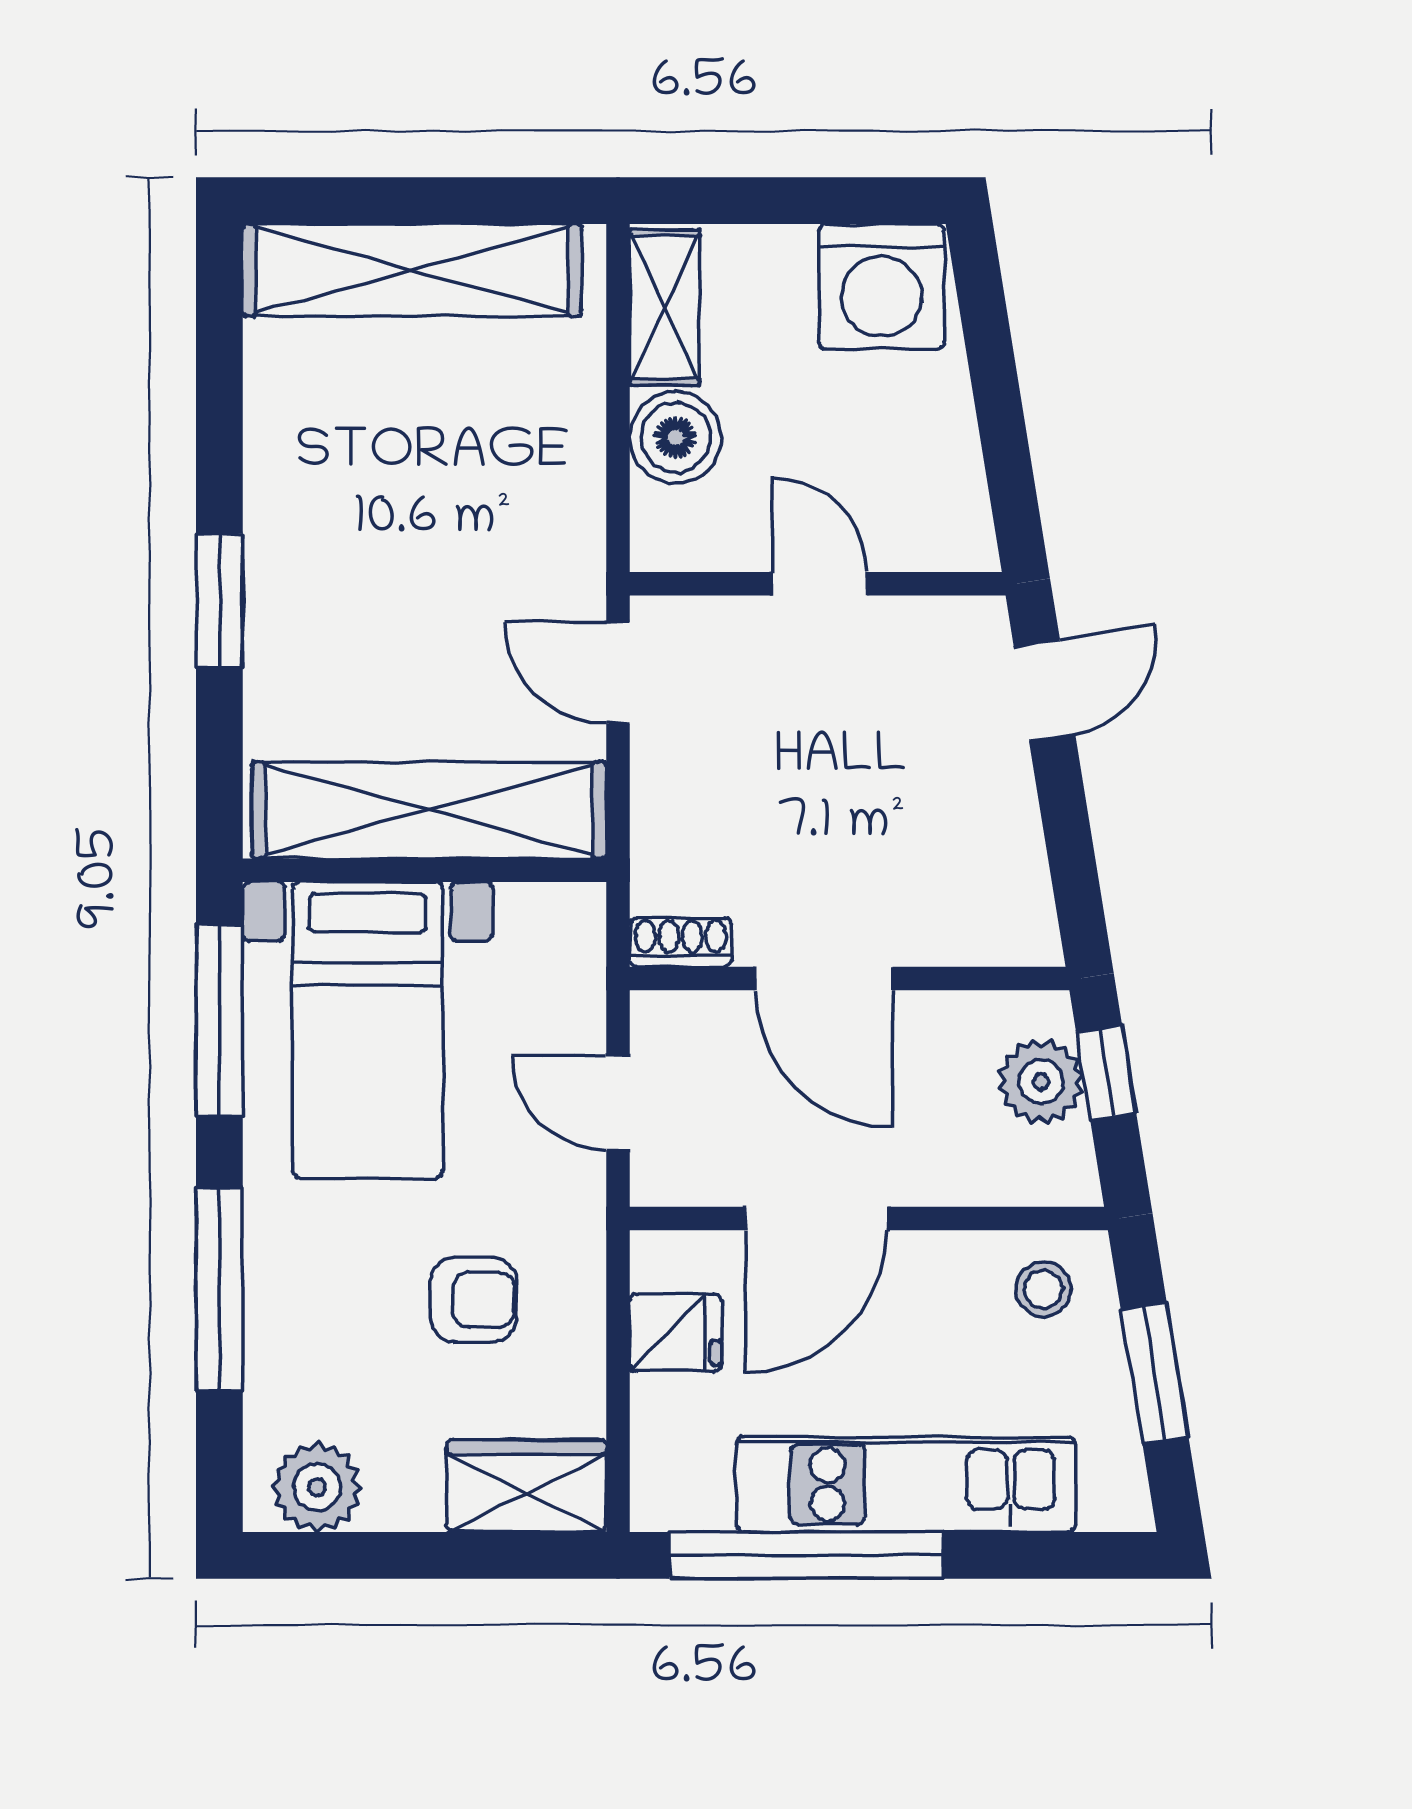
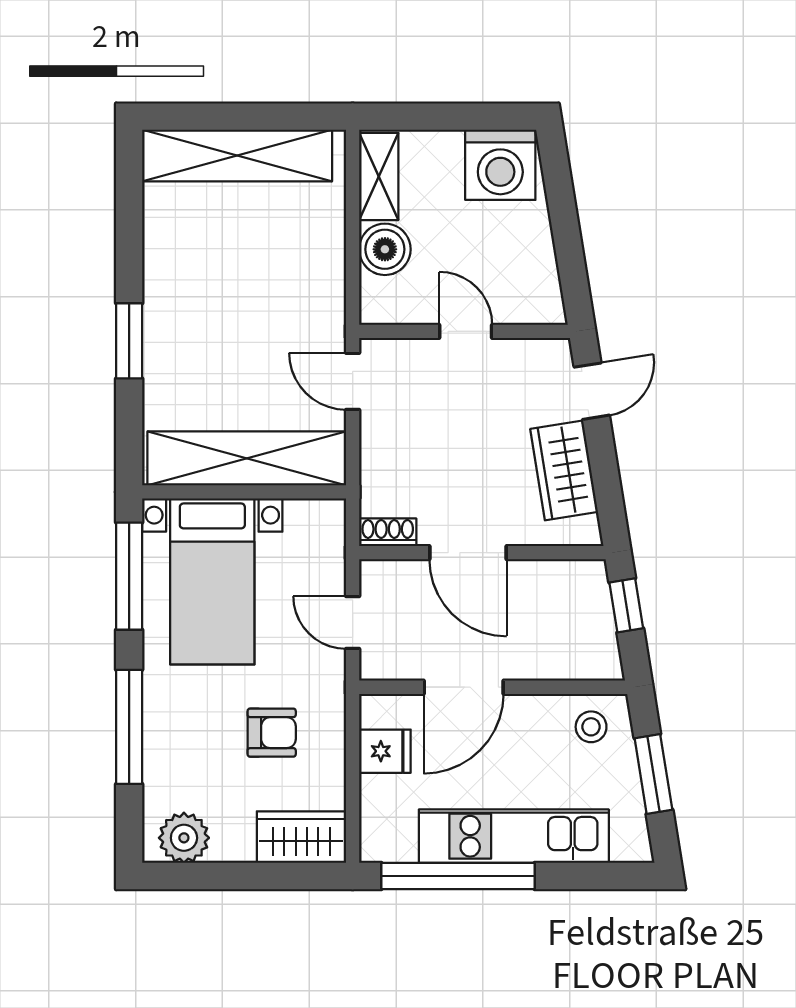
wardrobe: (995, 832) -> (564, 470), added
plant: (1041, 1082) -> (590, 610), removed

